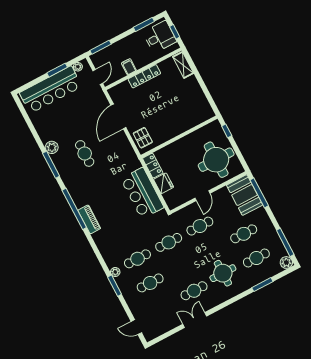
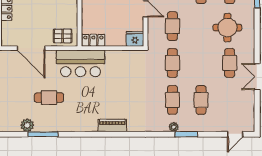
fridge: (164, 183) -> (135, 39), moved
bar counter: (142, 193) -> (80, 63), moved
window: (74, 209) -> (95, 134), removed

